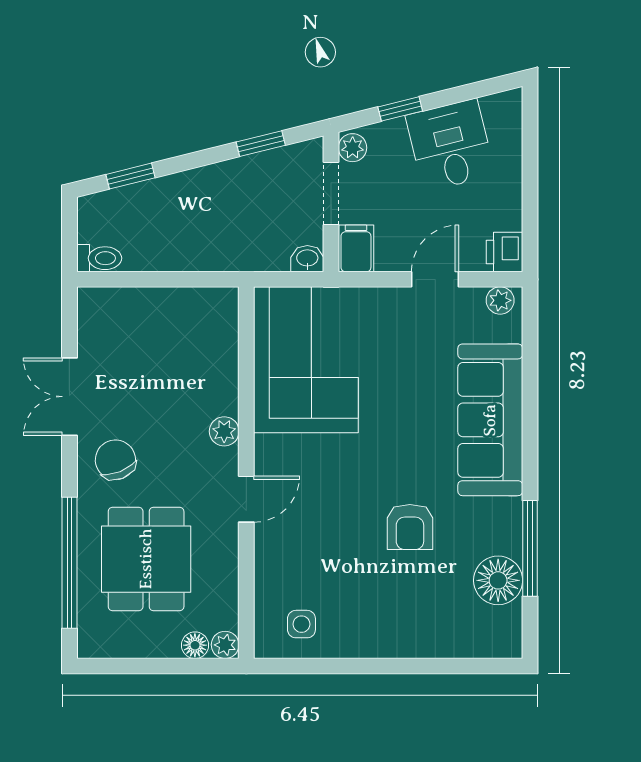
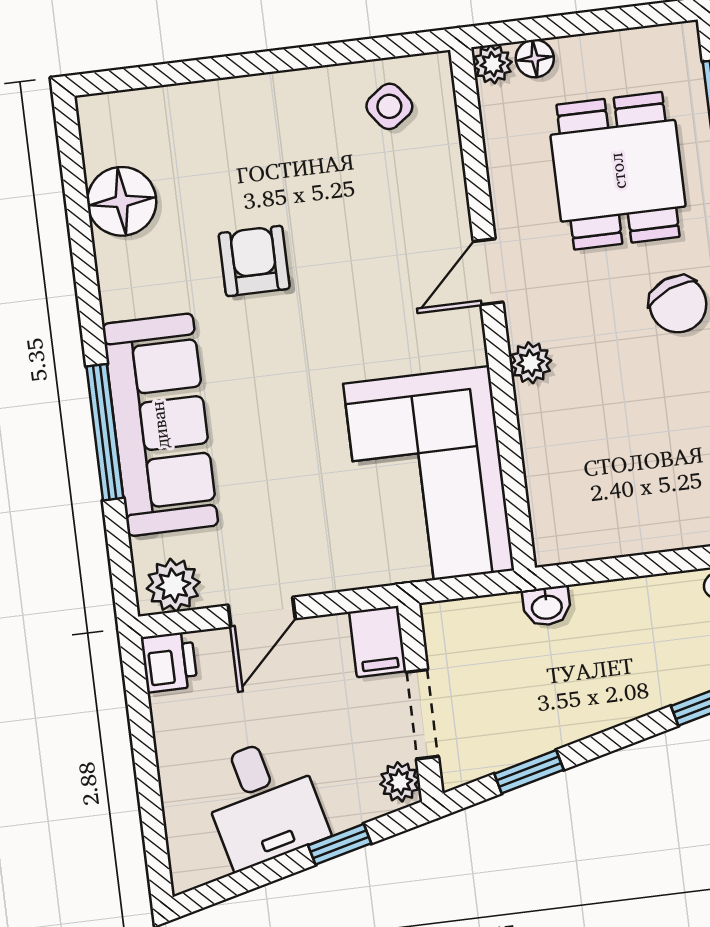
washbasin: (307, 259) -> (547, 606), moved
plant: (500, 300) -> (173, 585), width x1.38, depth x1.38
window: (530, 548) -> (105, 432), moved
side table: (301, 624) -> (389, 106), turned -36

